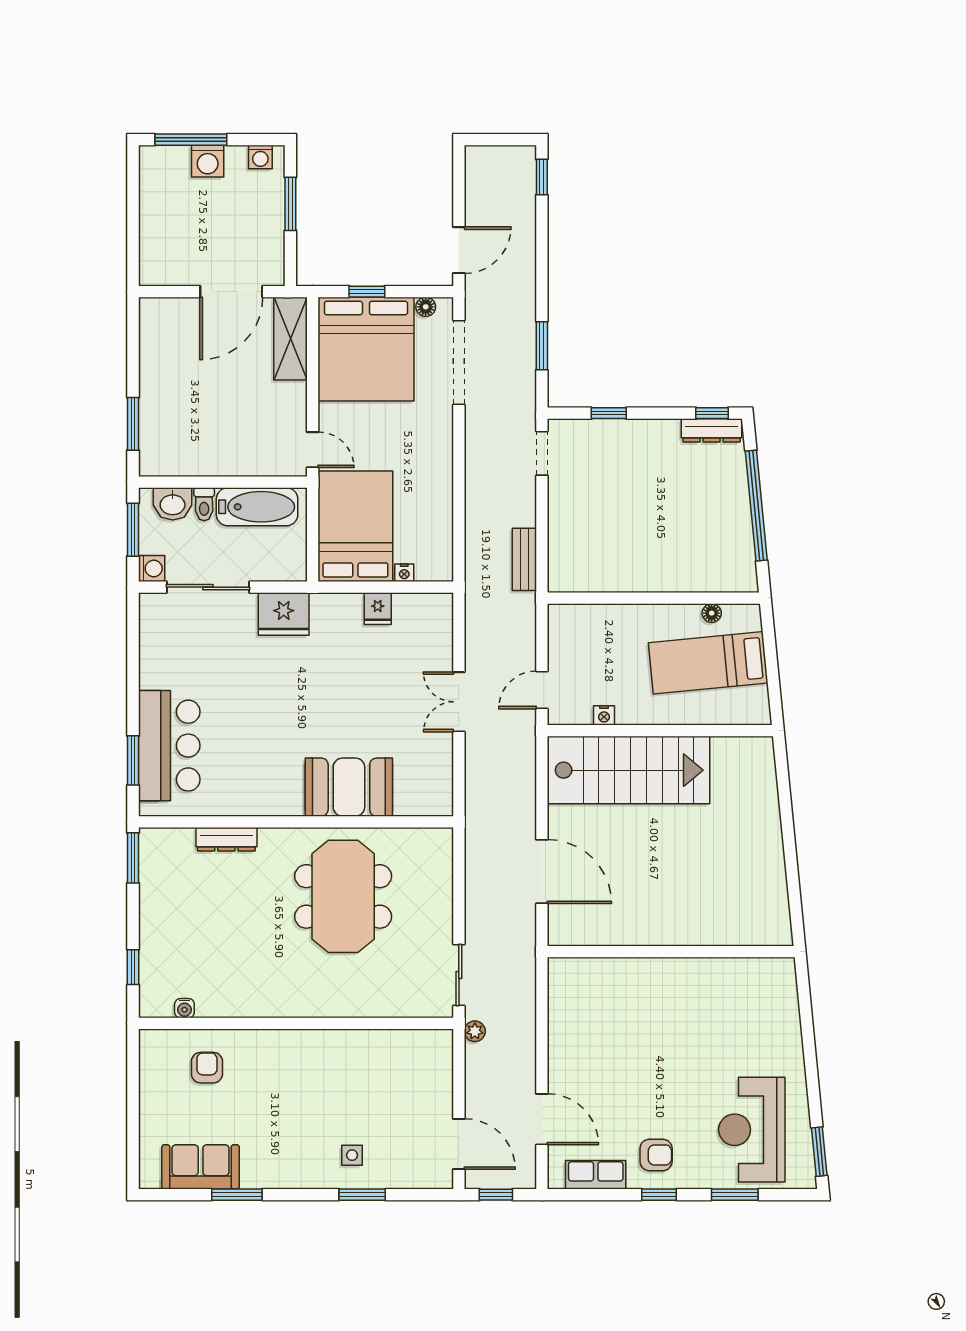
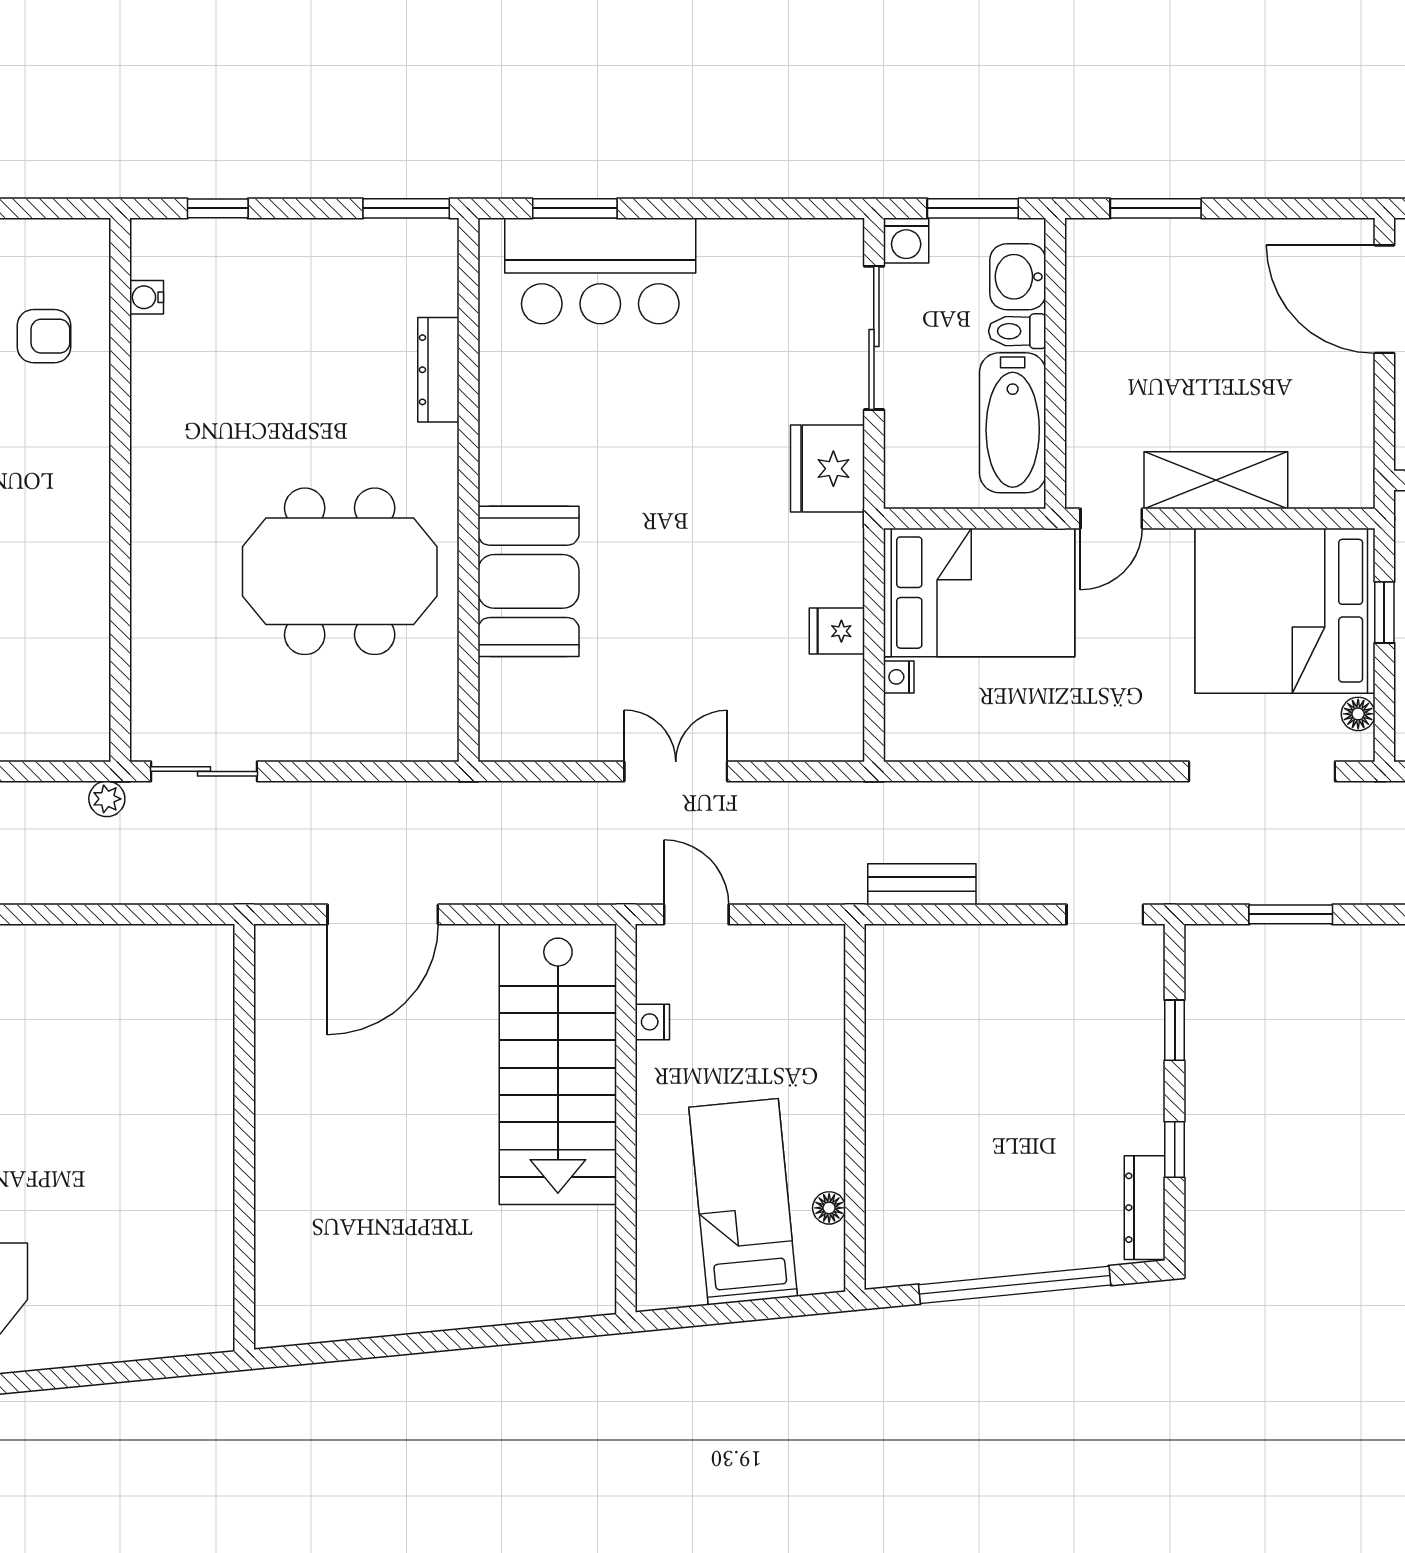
door: (231, 292) -> (1384, 299), moved
shelving: (290, 339) -> (1216, 480), moved
window: (712, 413) -> (1175, 1150), moved

